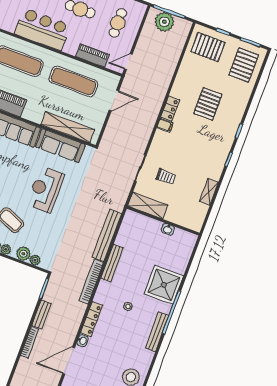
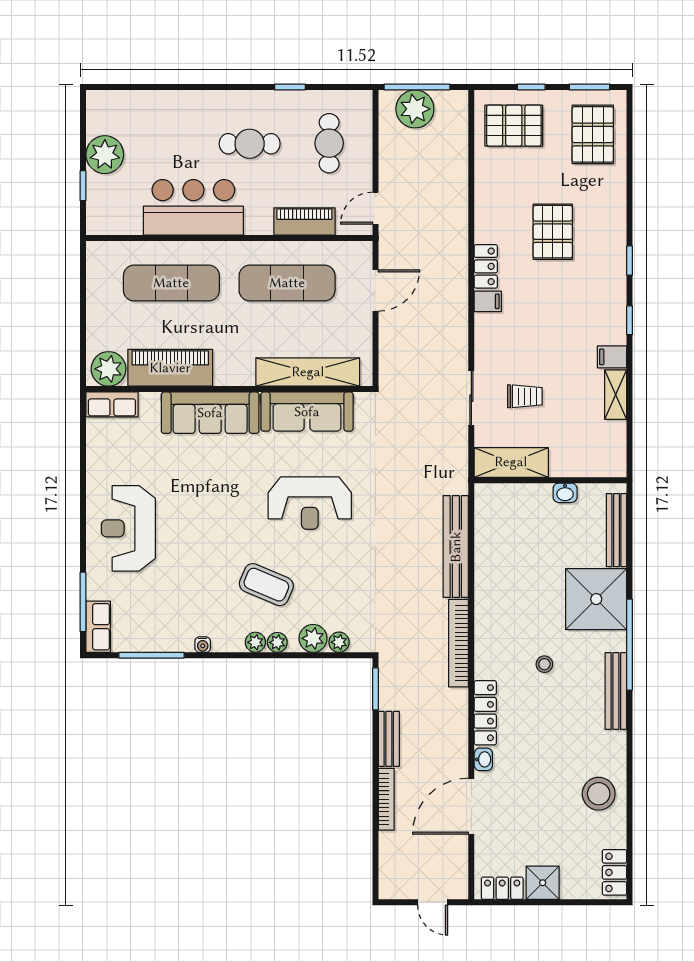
filing cabinet: (214, 173) -> (612, 357), added
reception desk: (46, 189) -> (310, 503), turned -90
bench: (112, 263) -> (616, 530), moved

